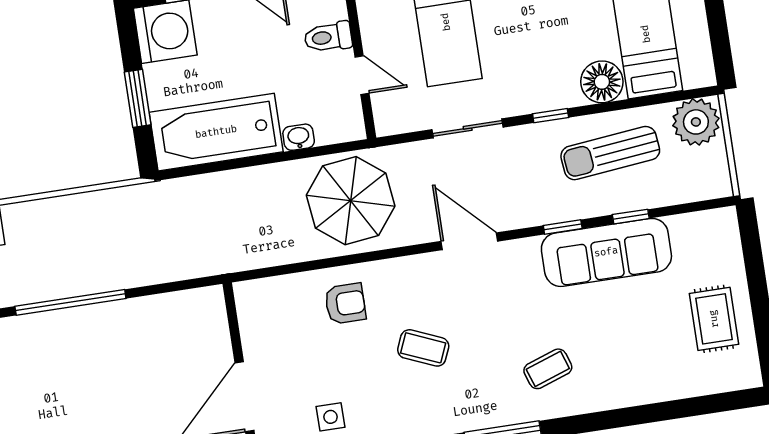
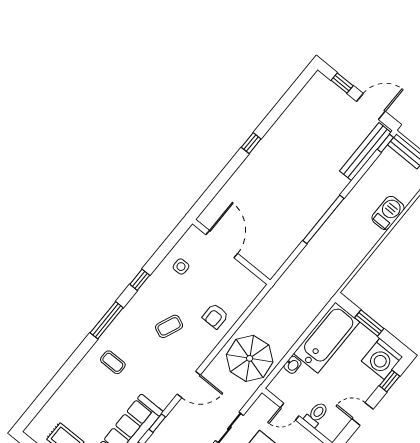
coffee table: (548, 369) -> (113, 362), turned -71

